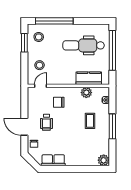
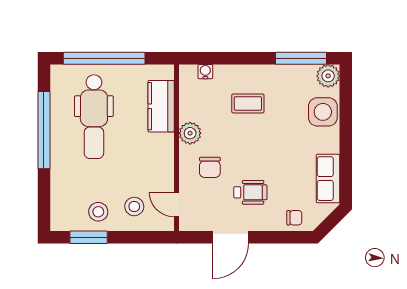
window: (54, 21) -> (44, 130), moved
stool: (39, 37) -> (98, 212), moved
plant: (86, 93) -> (190, 133), moved
window: (112, 126) -> (301, 58), moved
door: (24, 127) -> (231, 237), moved
side table: (86, 158) -> (323, 112), added

